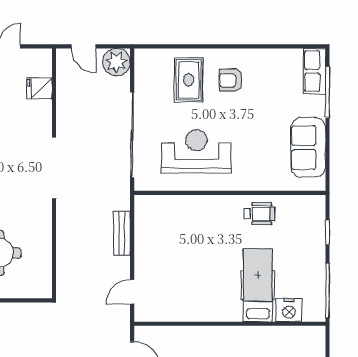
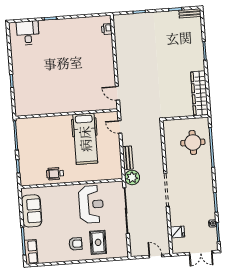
plant: (116, 62) -> (132, 177), moved
reception desk: (196, 152) -> (91, 204), turned -90
hospital bed: (258, 285) -> (85, 139), moved, width x1.37, depth x1.29
door: (132, 292) -> (120, 127), swing flipped
nightstand: (289, 310) -> (35, 123), removed

